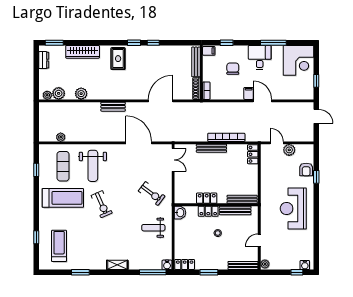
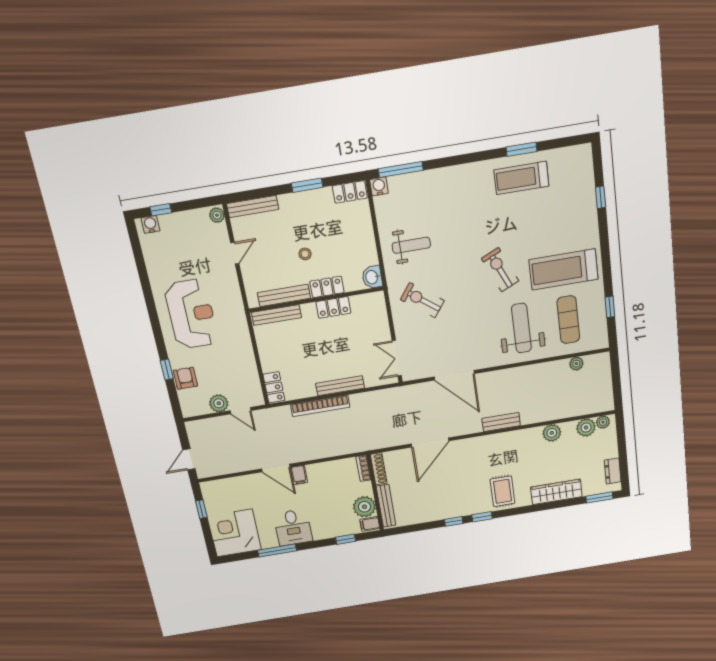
plant: (210, 64) -> (364, 507), added
chair: (233, 69) -> (330, 506), removed
door: (316, 116) -> (189, 459), hinge flipped
treadmill: (59, 246) -> (521, 178), moved, turned 90
shelving: (117, 265) -> (462, 172), removed

